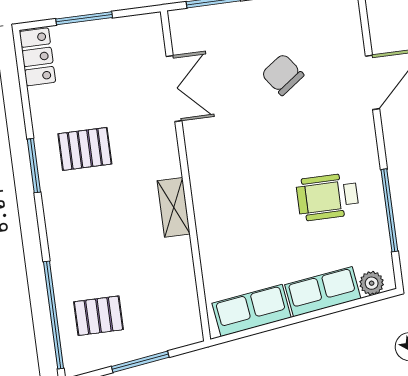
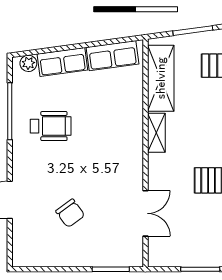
double door: (174, 89) -> (145, 213), swing flipped
shelving: (178, 287) -> (161, 78), added

